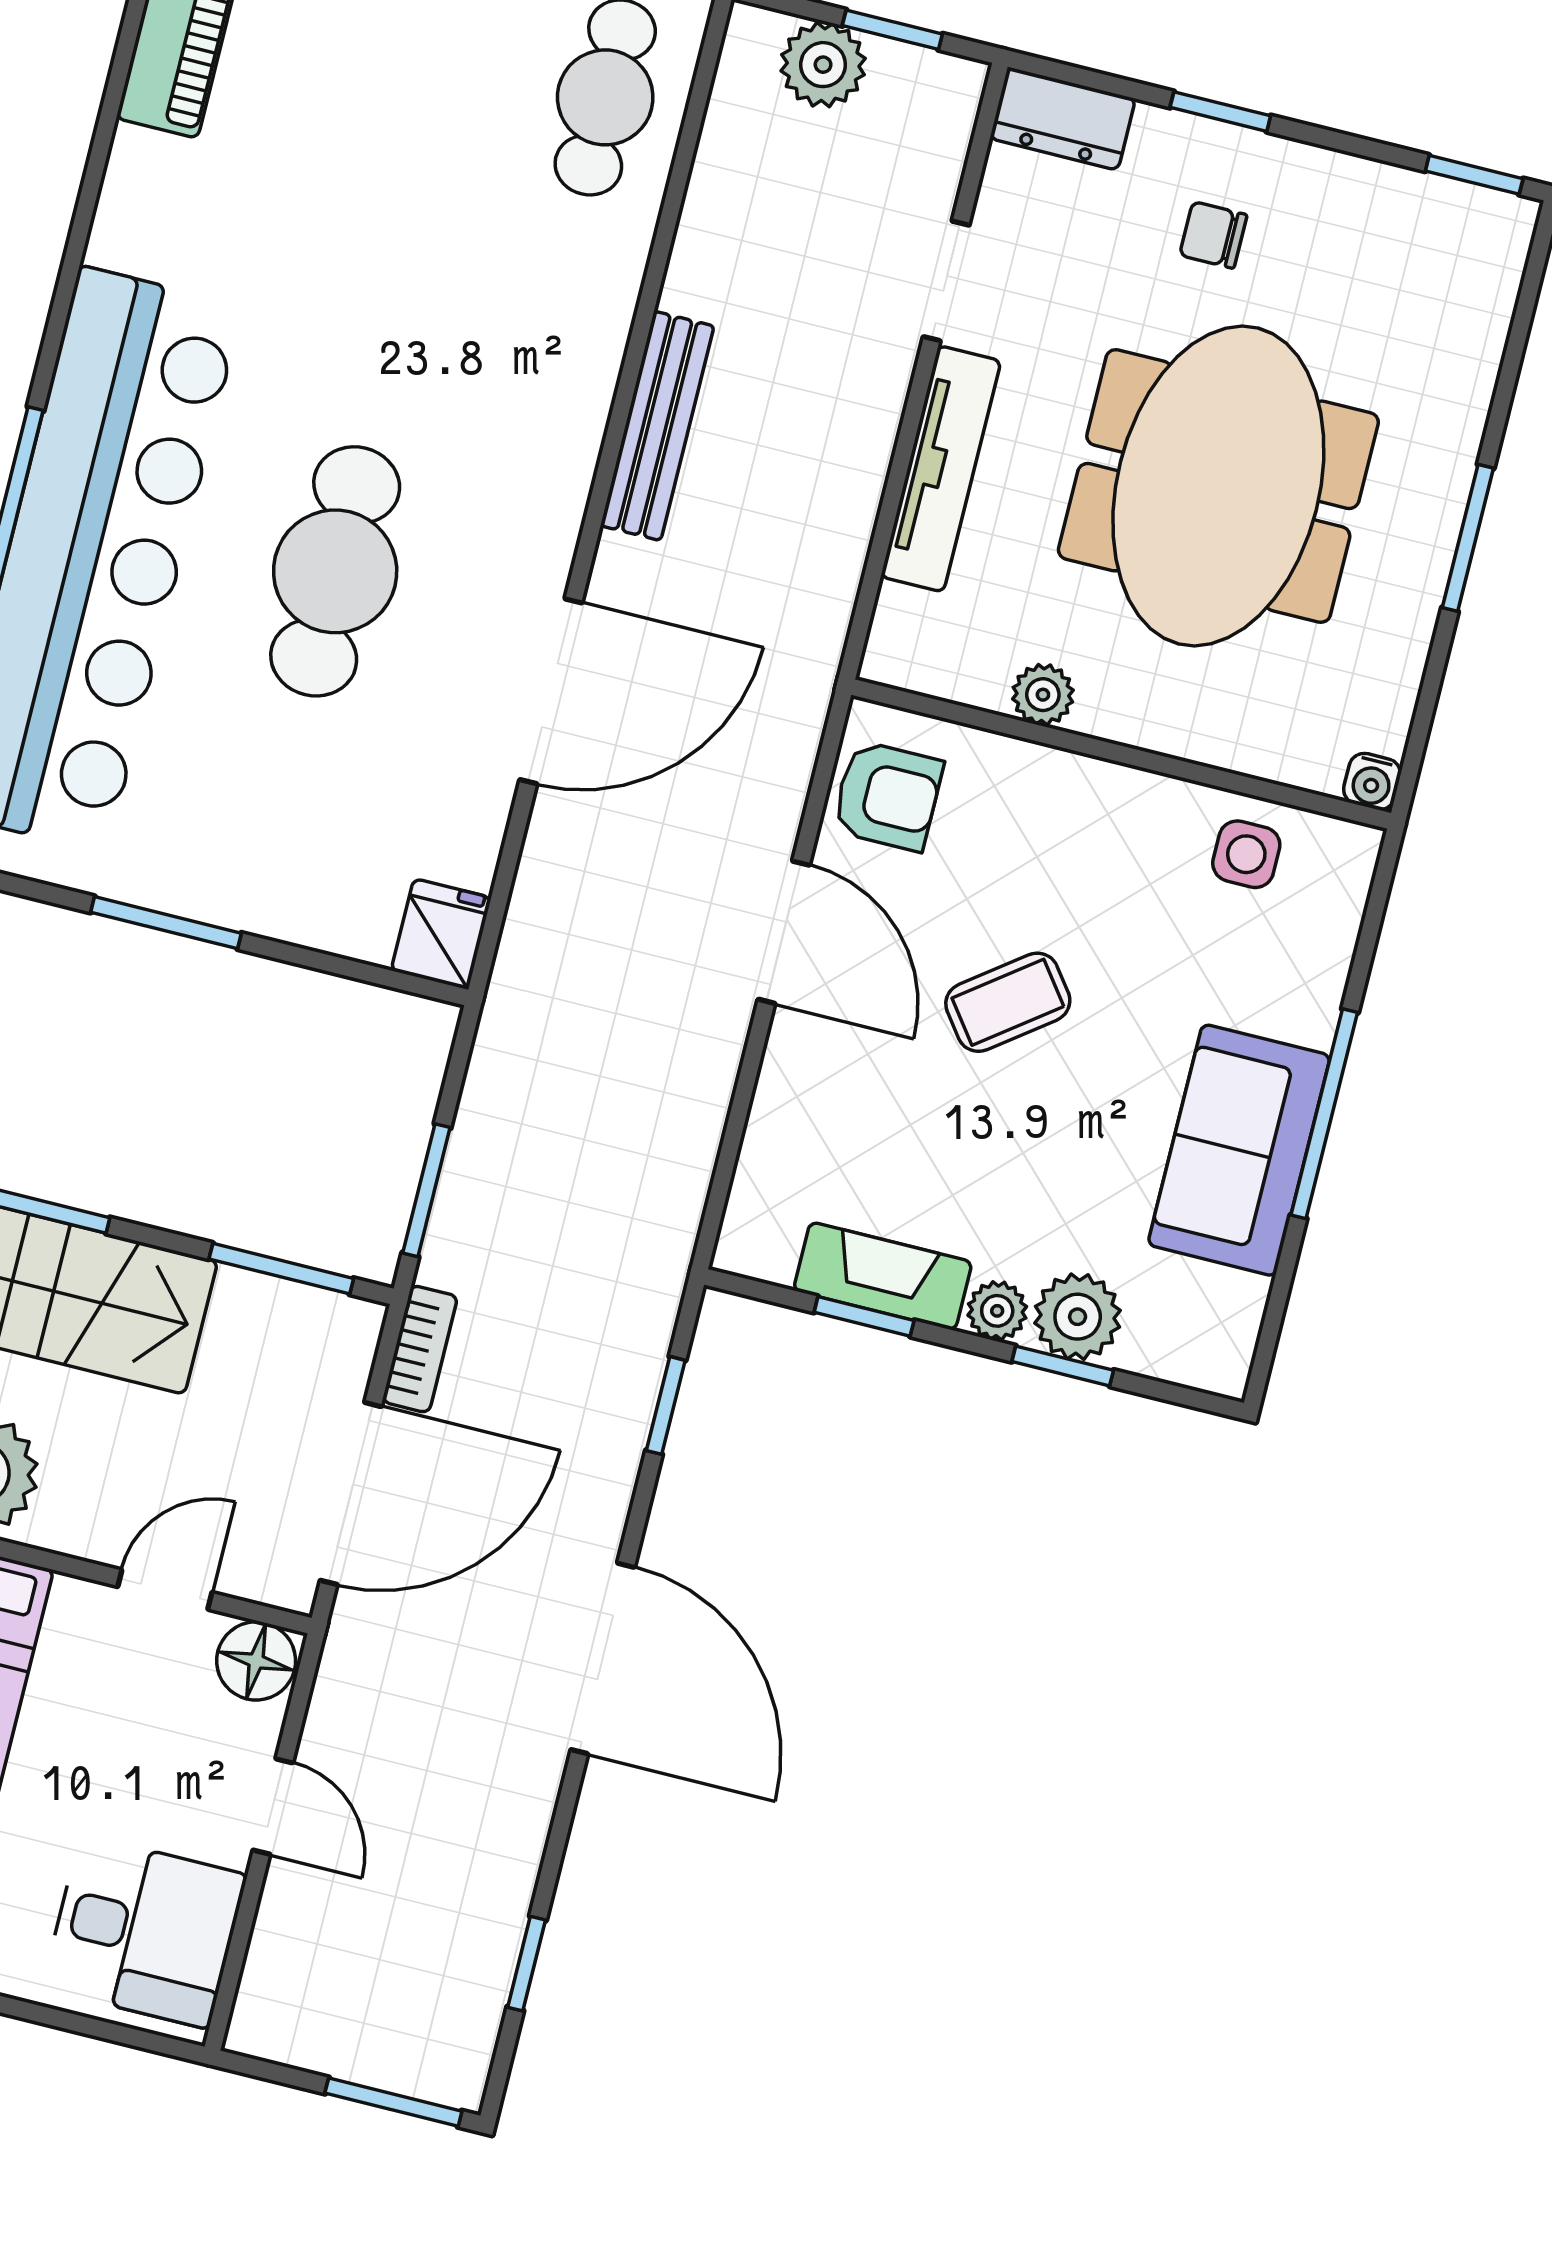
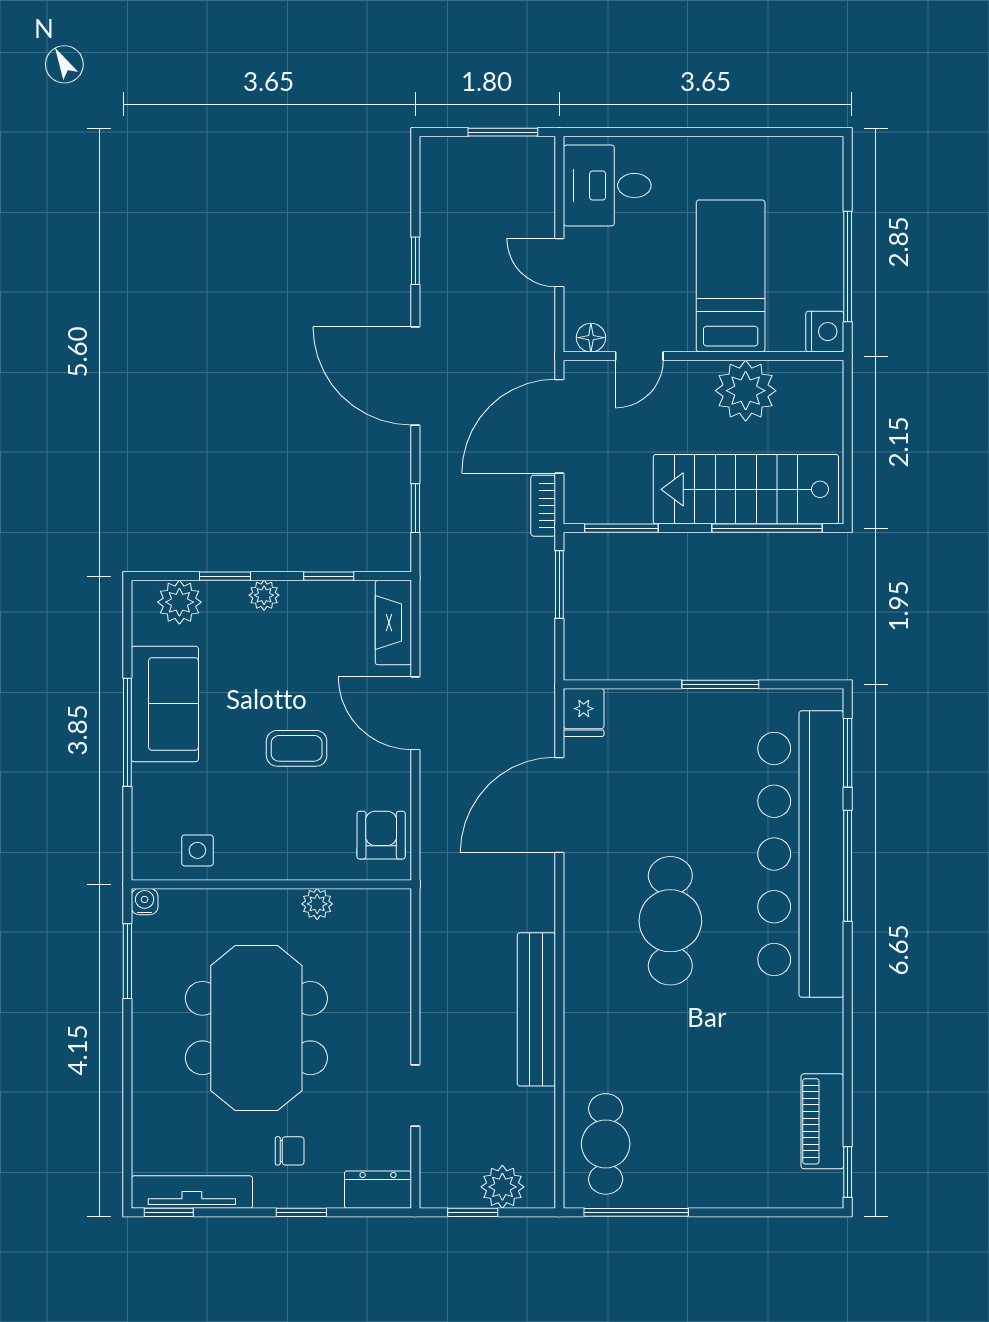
bench: (657, 426) -> (536, 1009), width x1.37, depth x1.21
tv unit: (941, 469) -> (192, 1192), moved, turned 90
window: (1468, 538) -> (127, 961), moved
cafe table: (335, 571) -> (670, 921), moved
door: (551, 691) -> (559, 805), moved
armchair: (887, 796) -> (381, 835), turned 90
door: (784, 932) -> (415, 713), moved
coffee table: (1008, 1002) -> (297, 748), turned 37
fireplace: (883, 1276) -> (393, 623), moved, turned 90
plant: (1078, 1317) -> (179, 602), moved
floor lamp: (256, 1661) -> (591, 338), width x0.73, depth x0.73
window: (527, 1964) -> (415, 261), moved
window: (393, 2102) -> (503, 132), moved

